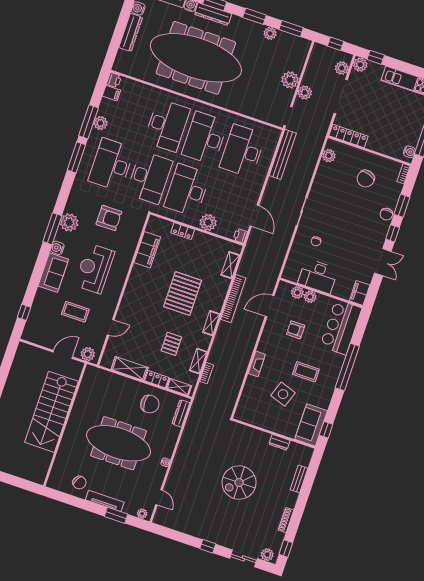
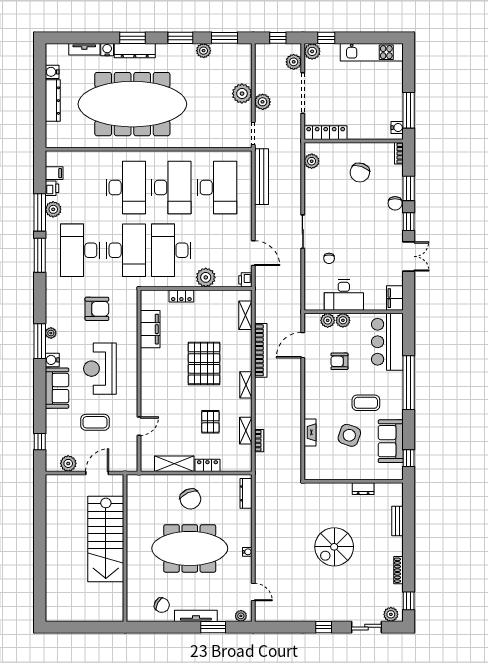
printer: (114, 80) -> (52, 188), moved
desk: (205, 138) -> (171, 188), turned 180
desk: (243, 151) -> (217, 188), turned 180
plant: (69, 222) -> (51, 333), width x0.53, depth x0.53
plant: (88, 354) -> (68, 463), moved
fireplace: (257, 364) -> (310, 432), moved
shelving: (179, 387) -> (234, 466), removed
chair: (150, 404) -> (190, 499), moved, turned 67
sofa: (311, 425) -> (391, 441), moved

